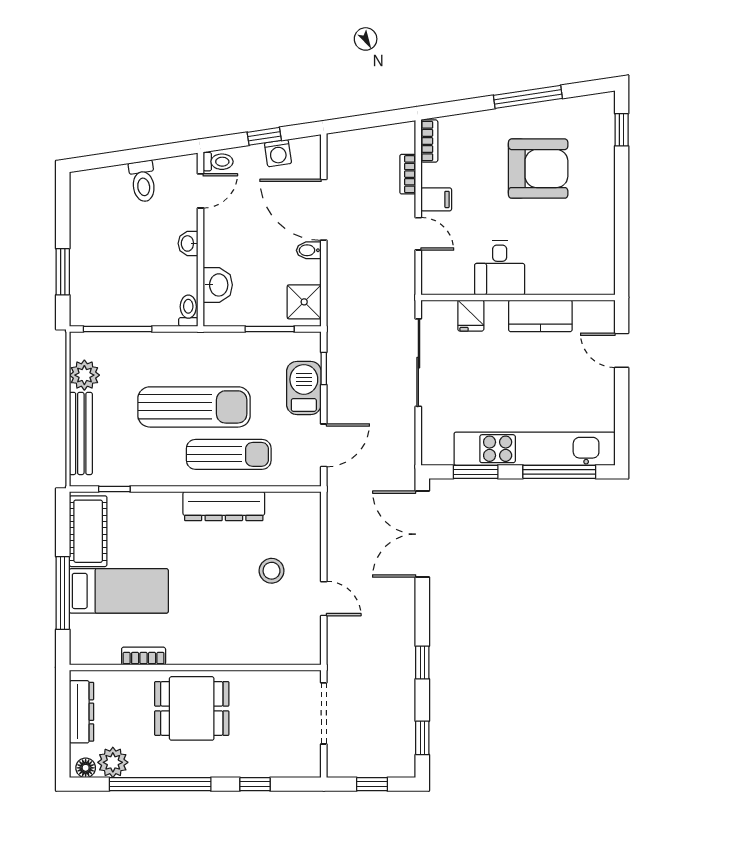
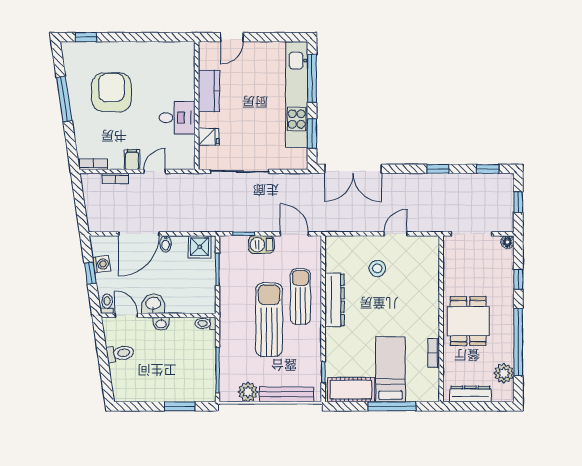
washbasin: (218, 285) -> (153, 304), moved
barbecue: (304, 388) -> (261, 245), width x0.73, depth x0.79
floor lamp: (86, 768) -> (507, 242), moved

